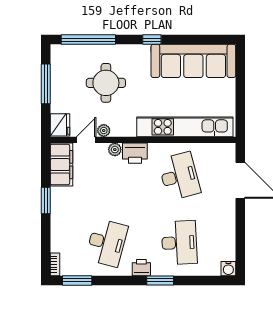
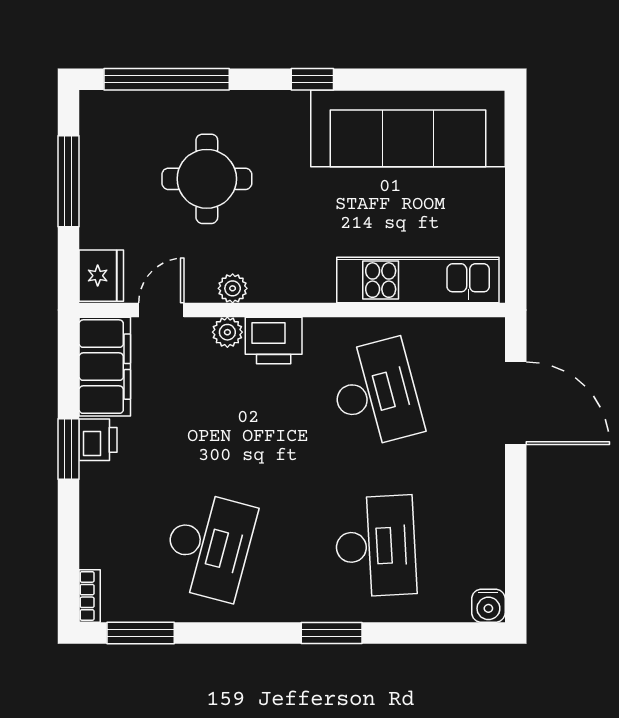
kitchen unit: (185, 127) -> (418, 280), width x0.73
plant: (104, 130) -> (233, 288), moved
printer: (141, 268) -> (98, 440), moved, turned 90

